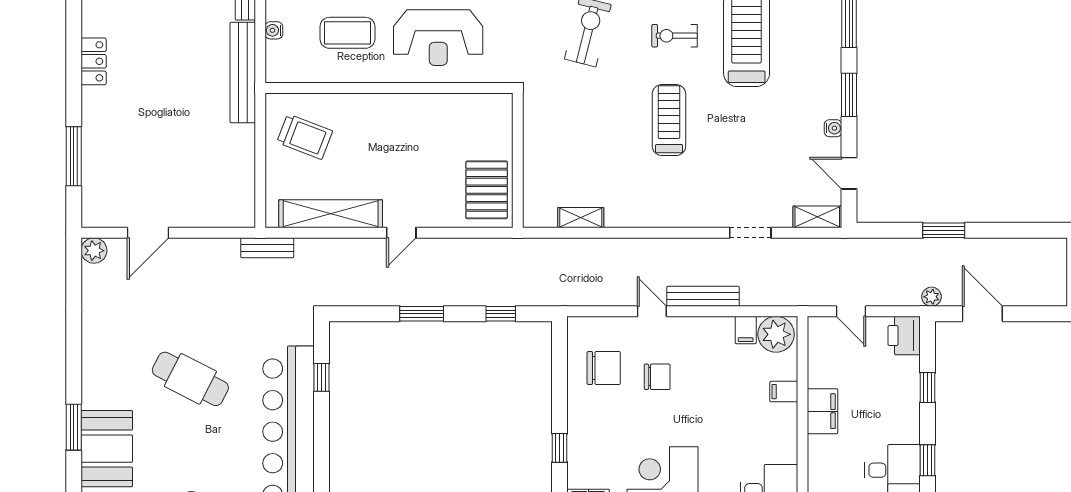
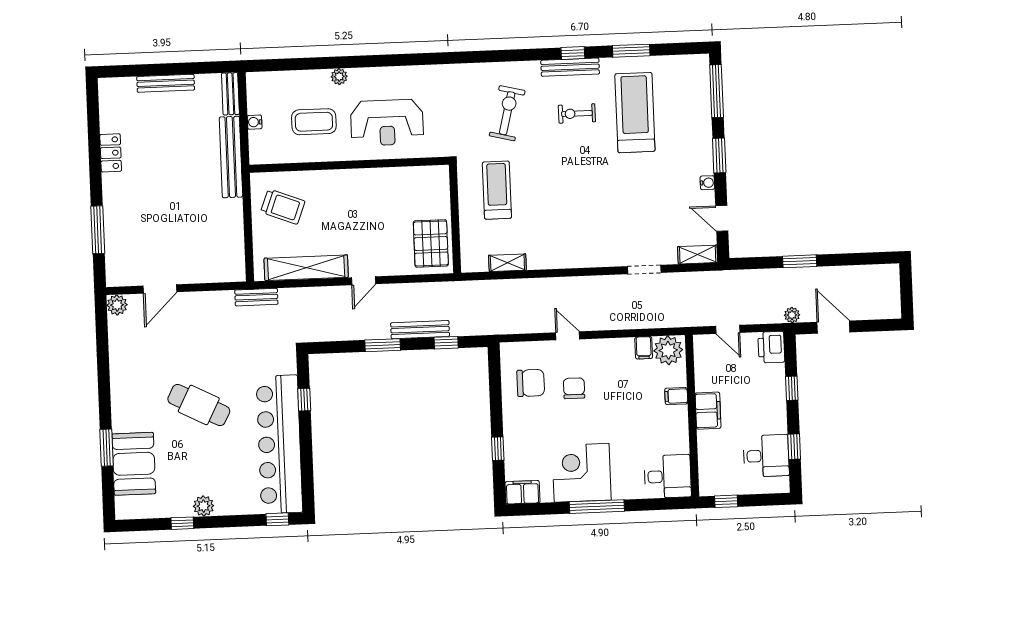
treadmill: (669, 120) -> (497, 190), moved
bench: (703, 296) -> (420, 330), moved
chair: (657, 377) -> (574, 388), turned -90

